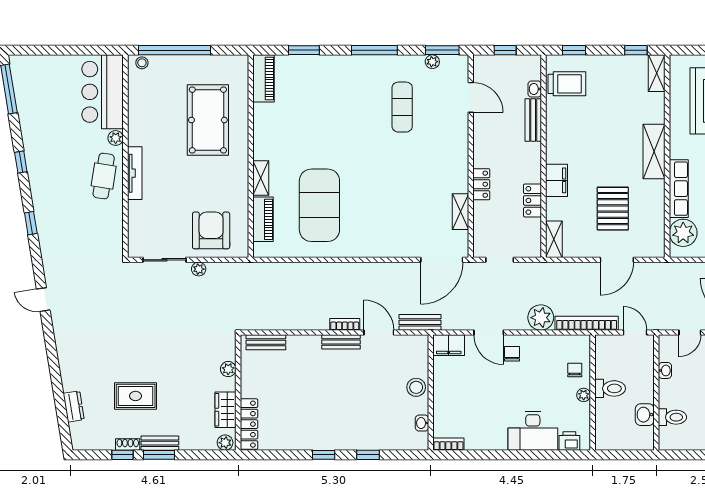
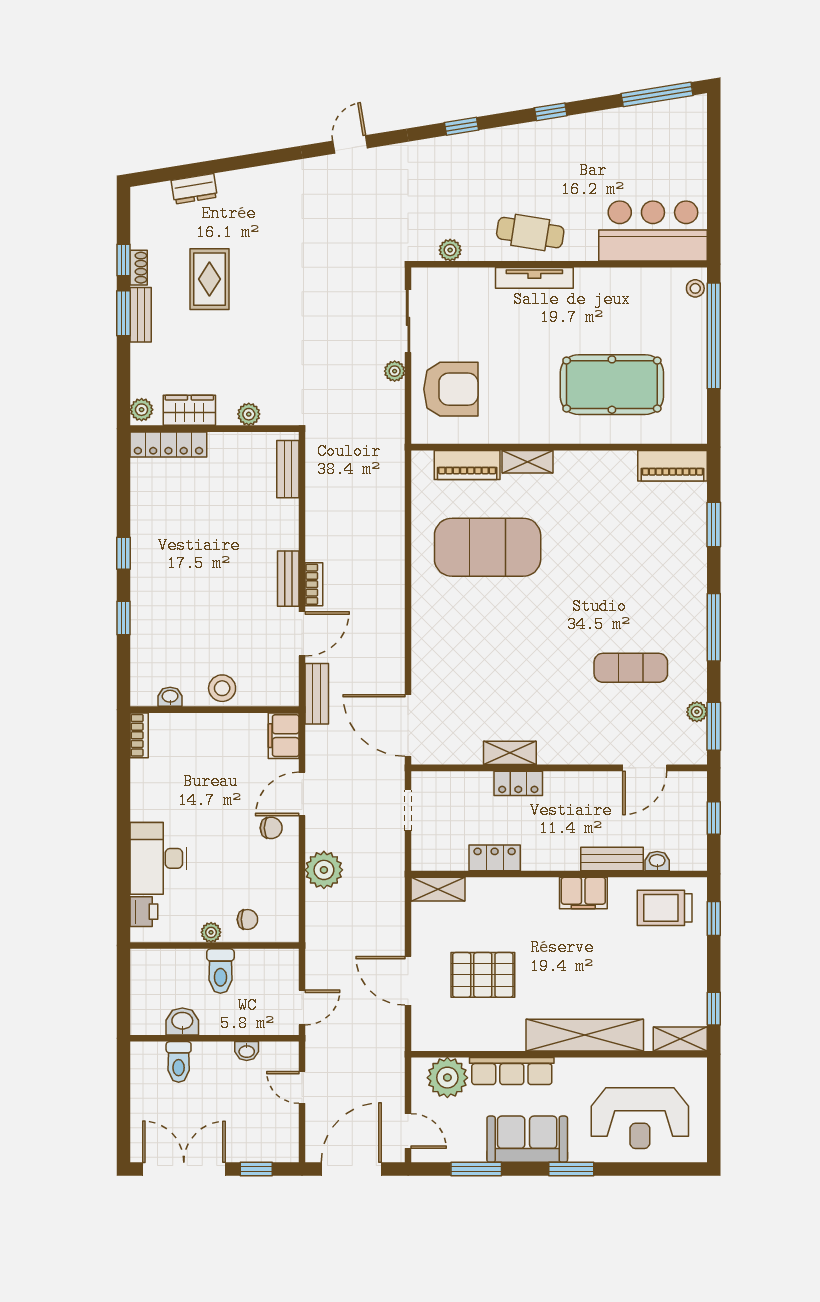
trolley: (567, 84) -> (665, 908), turned 90
plant: (116, 138) -> (450, 250), moved
shelving: (654, 151) -> (585, 1035), width x1.47
filing cabinet: (557, 180) -> (583, 893), moved
shelving: (461, 212) -> (510, 753), moved
bookcase: (587, 323) -> (316, 937), removed

